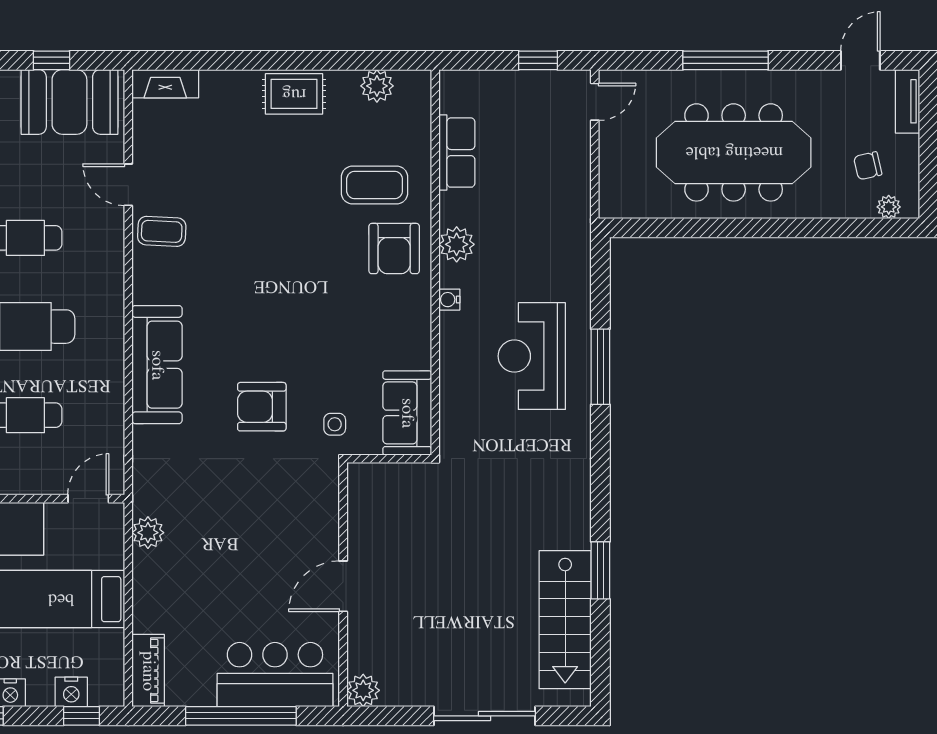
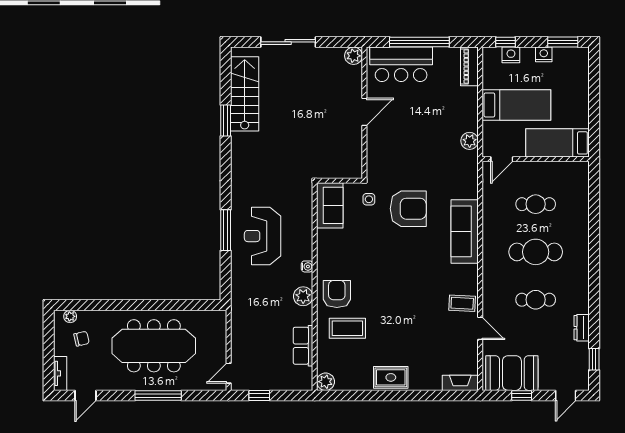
plant: (377, 86) -> (326, 382), moved
reception desk: (532, 356) -> (263, 236), turned 180
armchair: (262, 407) -> (408, 209), width x1.36, depth x1.36

